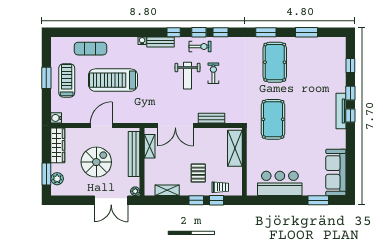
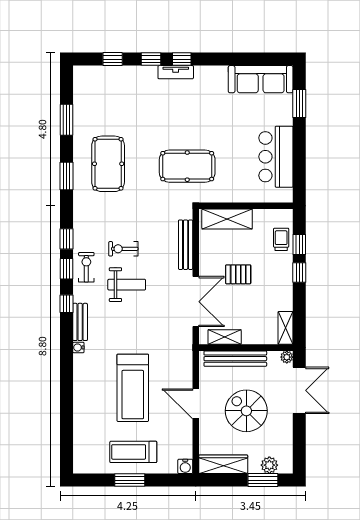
exercise mat: (90, 49) -> (89, 419), removed
pool table: (275, 62) -> (108, 164), turned 90
tv unit: (341, 111) -> (176, 72), width x0.71
bench: (212, 118) -> (186, 245), width x1.36
pallet: (198, 173) -> (238, 274), moved
shelving: (167, 190) -> (286, 328), moved

